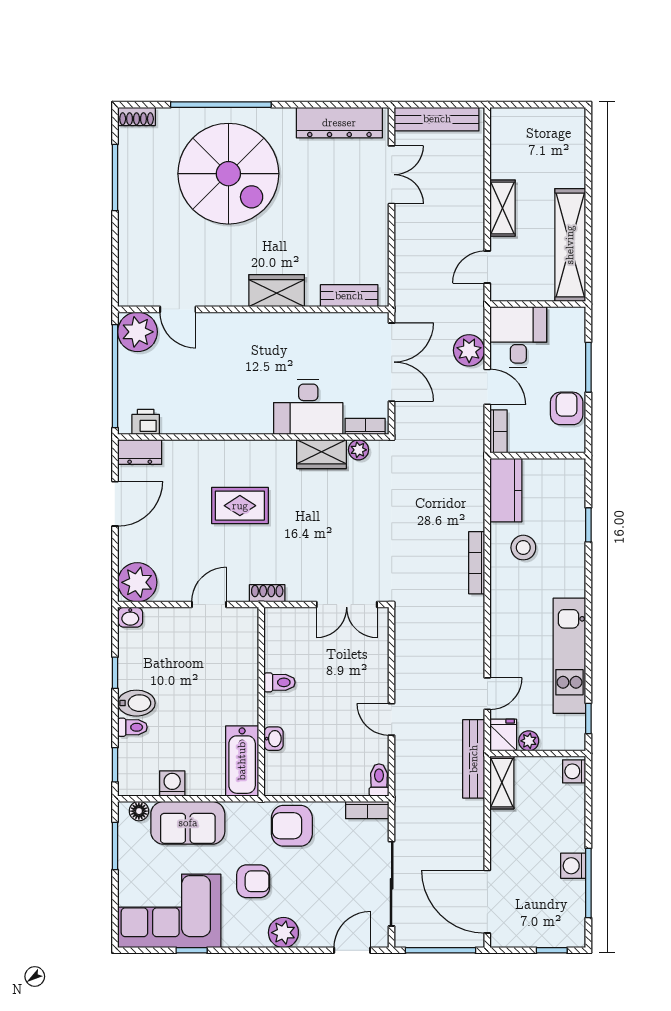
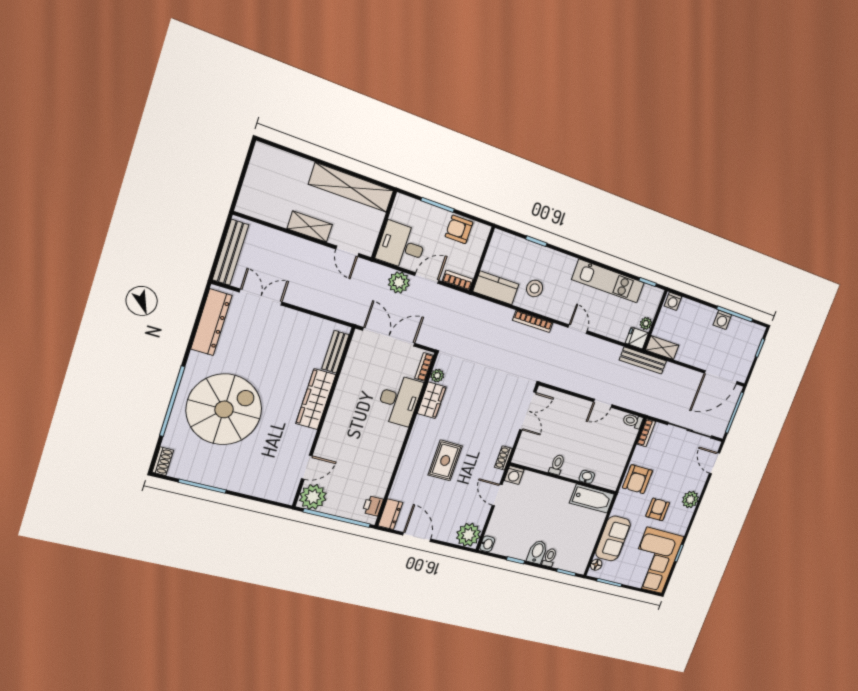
wardrobe: (277, 291) -> (316, 399), width x1.50
door: (487, 694) -> (578, 329), moved
washing machine: (172, 783) -> (514, 475), moved, turned -90

